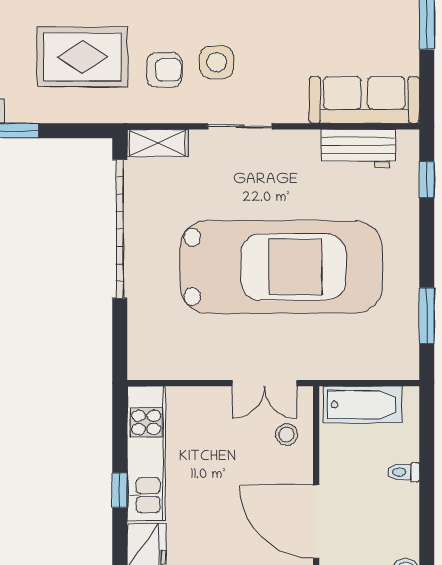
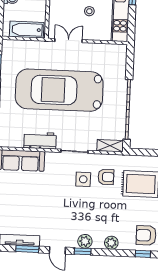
armchair: (164, 70) -> (106, 177), turned 180
workbench: (358, 148) -> (40, 140), moved
stool: (287, 435) -> (89, 11), moved

